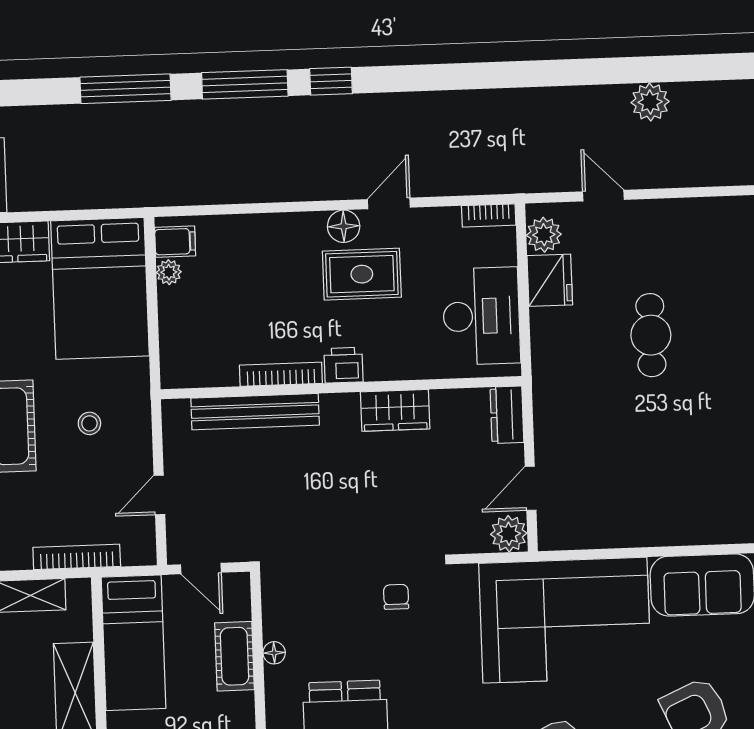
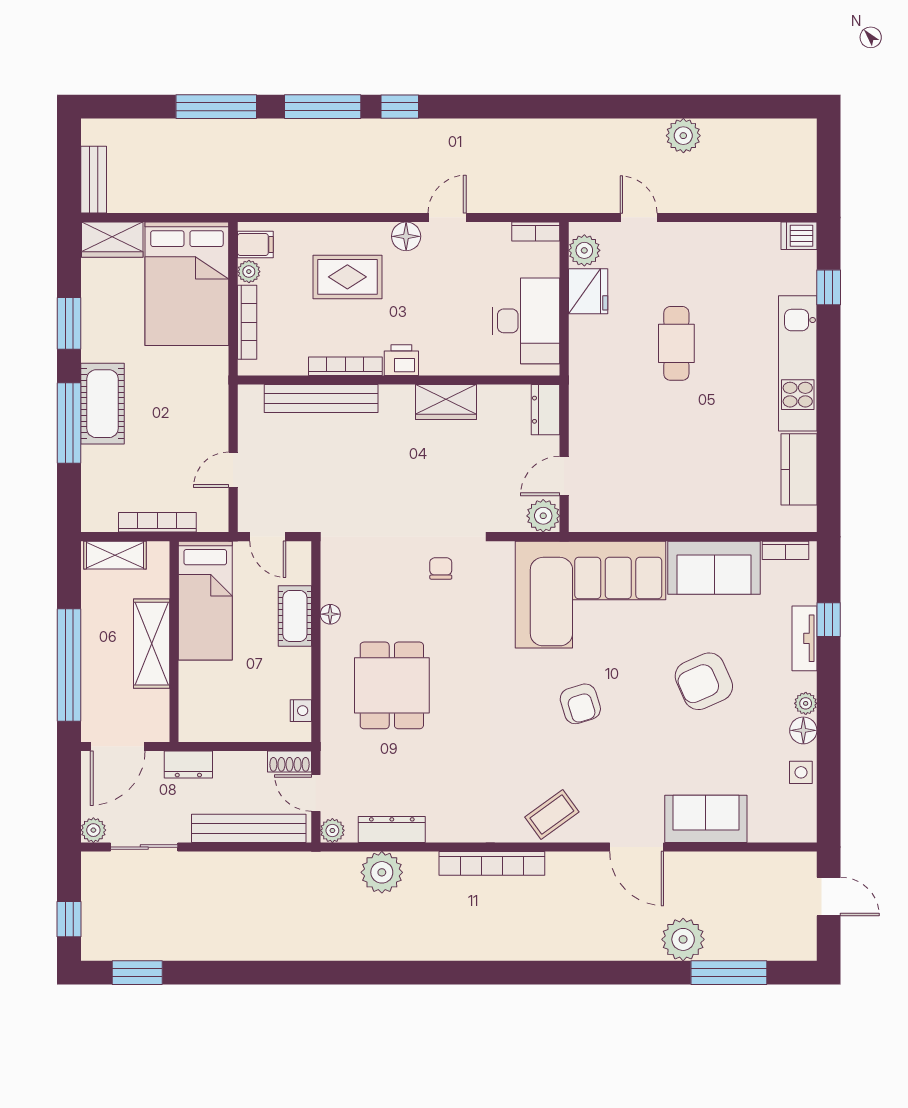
rug: (362, 274) -> (347, 277), moved
bookcase: (169, 329) -> (247, 322), added
stool: (89, 423) -> (173, 404), removed

